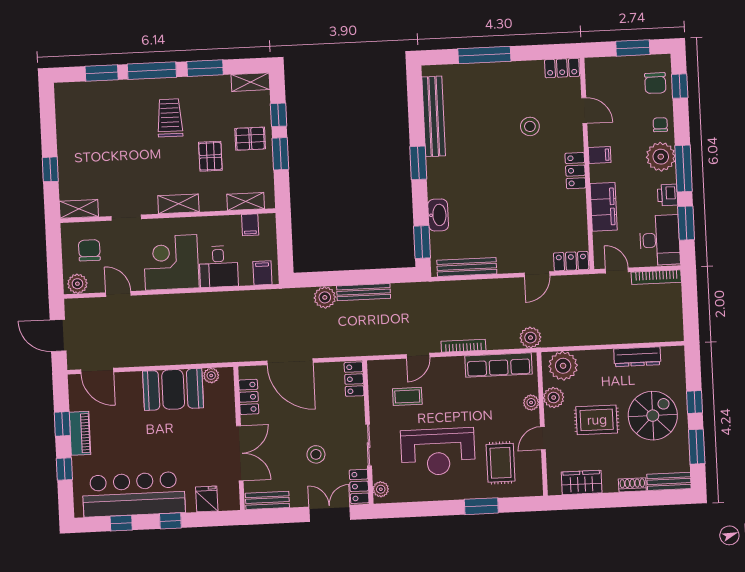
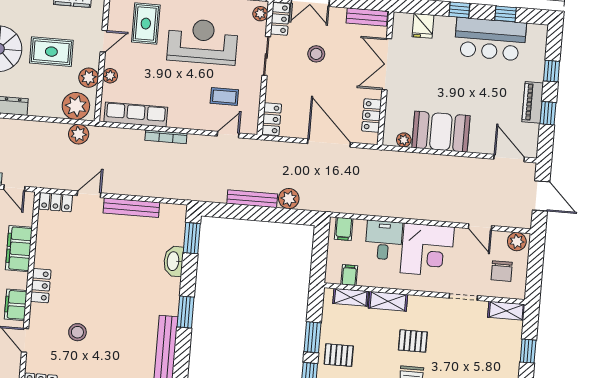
filing cabinet: (600, 155) -> (16, 305), width x2.00
pallet: (210, 156) -> (413, 341), moved, turned 90
shelving: (178, 204) -> (388, 301), moved
bench: (467, 267) -> (131, 208), moved
plant: (530, 338) -> (79, 134), moved
door: (418, 356) -> (228, 135), moved
bar counter: (134, 494) -> (490, 39), width x0.73

